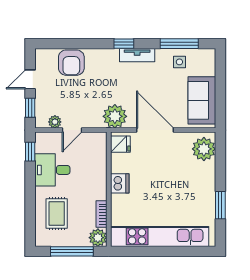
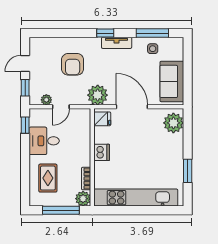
armchair: (71, 63) -> (73, 64), moved

